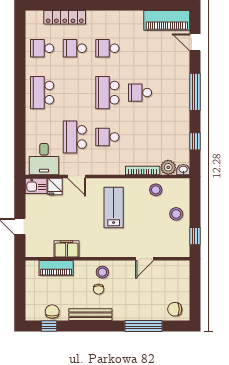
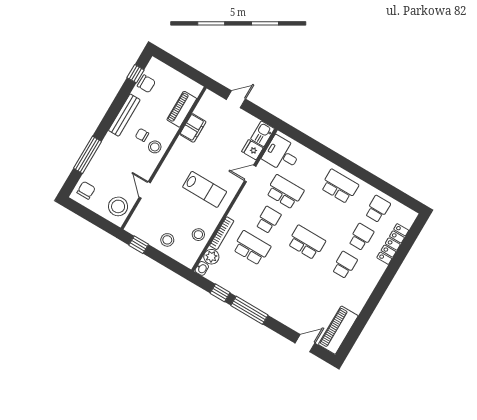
window: (195, 92) -> (249, 310), moved
school desk: (140, 93) -> (252, 248), moved, width x1.85
stool: (172, 273) -> (118, 206), added

